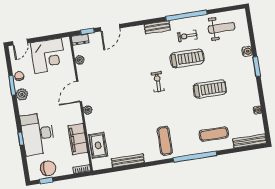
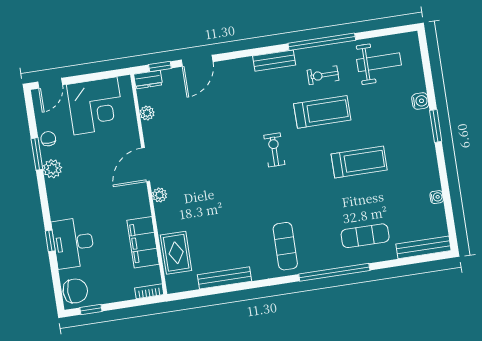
desk: (38, 134) -> (73, 243), width x0.73, depth x0.77
chair: (48, 168) -> (75, 291), moved

